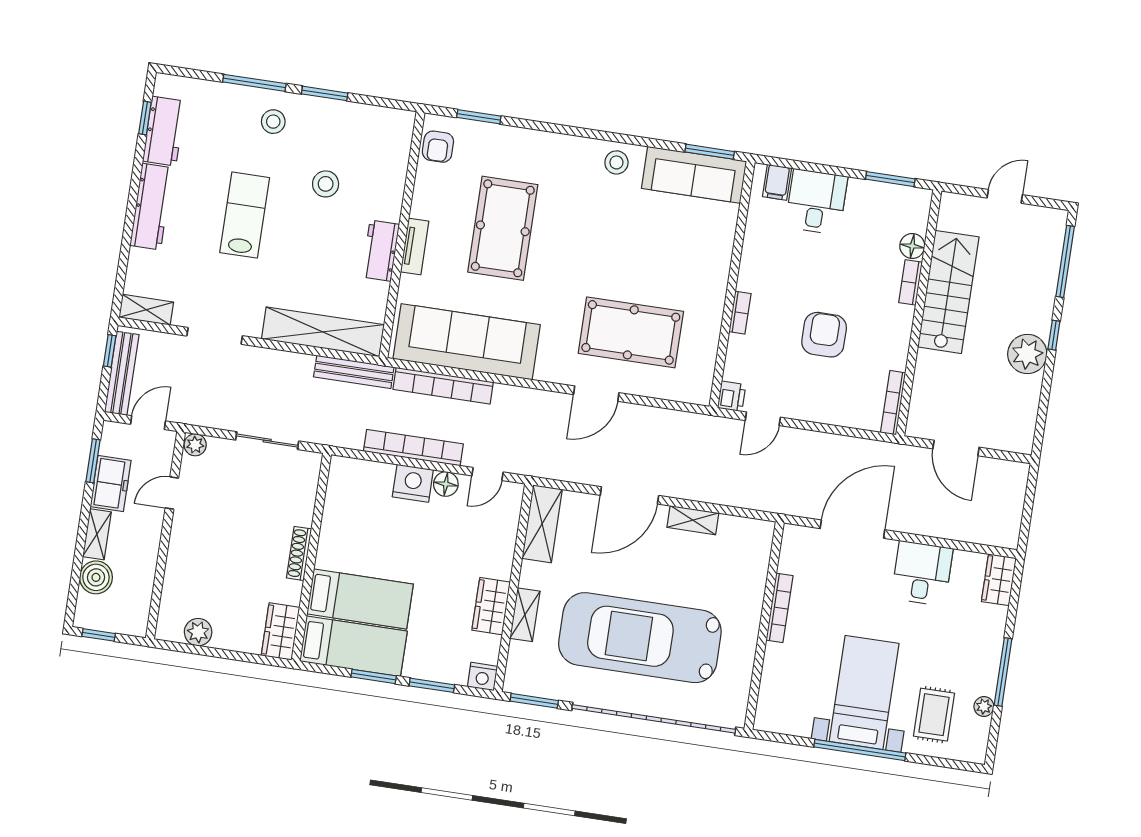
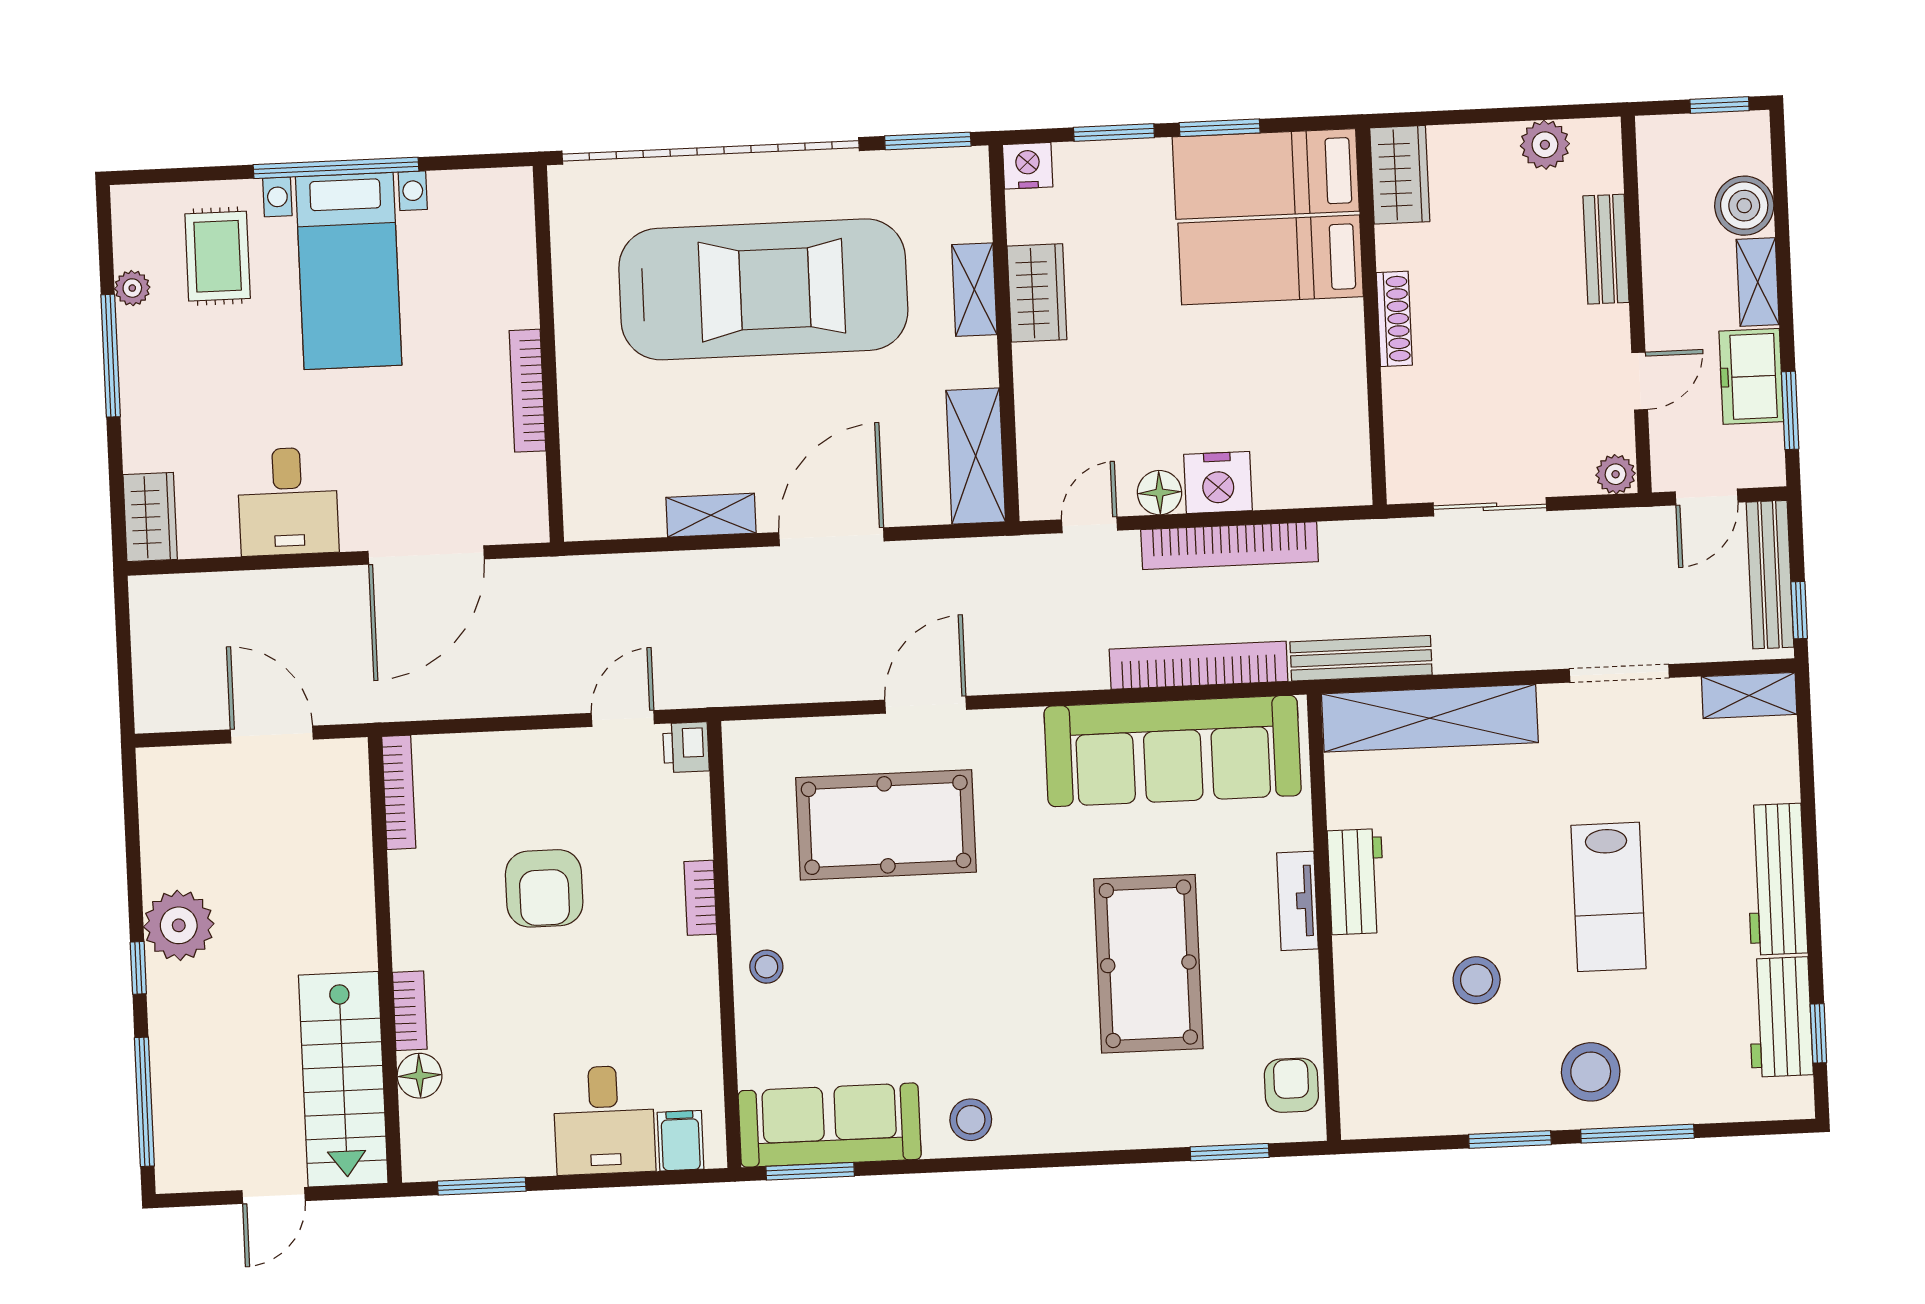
stool: (273, 122) -> (1591, 1072), width x1.38, depth x1.38
stool: (711, 268) -> (766, 967), added
stairs: (948, 292) -> (343, 1079), moved
bench: (176, 569) -> (1606, 249), added

